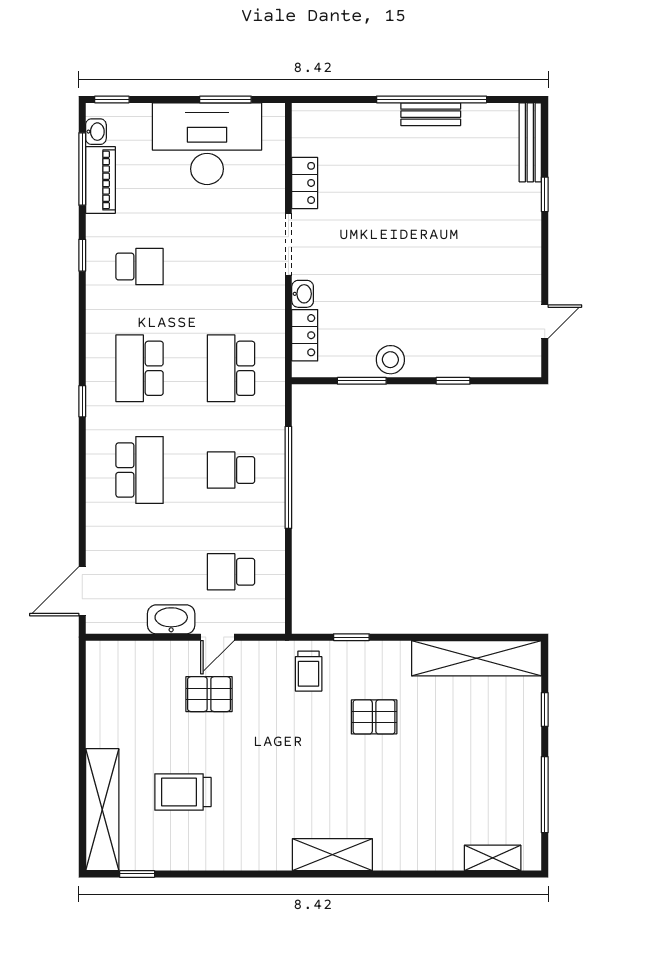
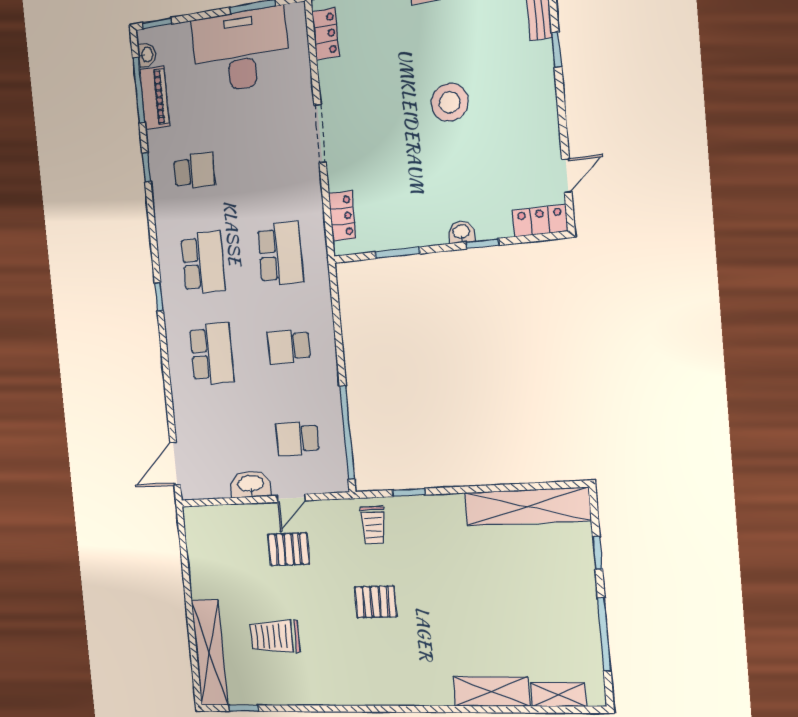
locker: (305, 183) -> (326, 34), moved
washbasin: (303, 294) -> (461, 232), moved, turned -90
stool: (390, 360) -> (450, 102), moved, width x1.38, depth x1.38
locker: (514, 364) -> (540, 221), added
school desk: (140, 368) -> (203, 262), turned 180
school desk: (231, 368) -> (280, 254), turned 180
window: (288, 477) -> (347, 433), moved
pallet: (374, 717) -> (376, 602), moved
shelving: (332, 855) -> (492, 692), moved

